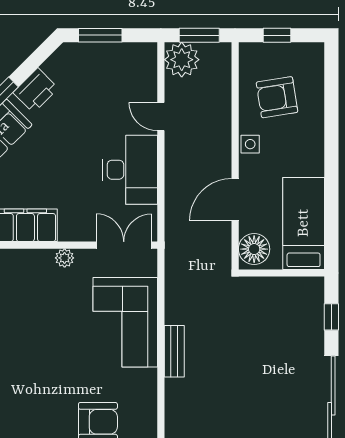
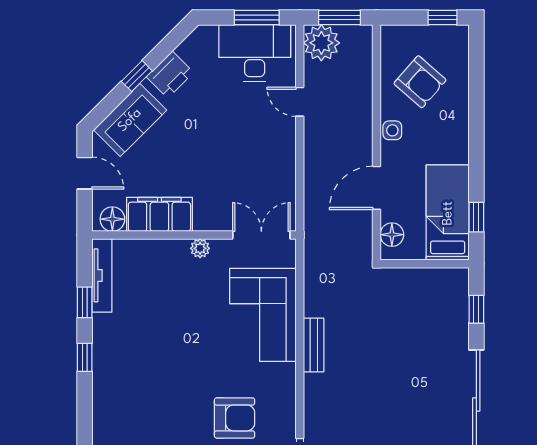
window: (100, 35) -> (257, 18), moved
window: (277, 35) -> (442, 18), moved
armchair: (277, 97) -> (420, 82), turned -130
desk: (130, 170) -> (255, 53), moved, turned -90
window: (331, 228) -> (476, 217), added
floor lamp: (254, 249) -> (392, 235), width x0.73, depth x0.73

